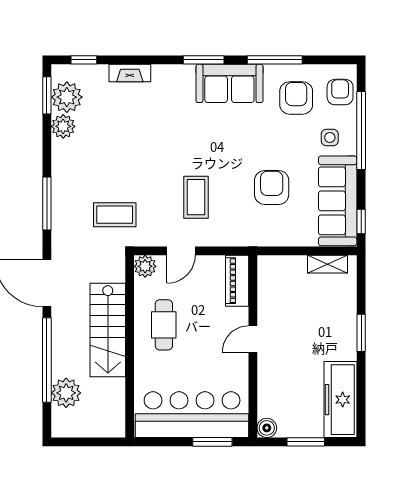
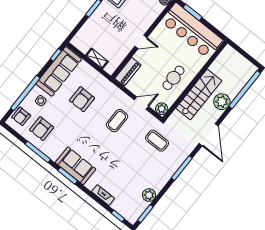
sofa: (229, 83) -> (76, 166), moved
plant: (67, 97) -> (138, 206), removed
shelving: (328, 264) -> (97, 58), moved
window: (47, 360) -> (245, 90), moved
plant: (66, 393) -> (222, 102), moved

